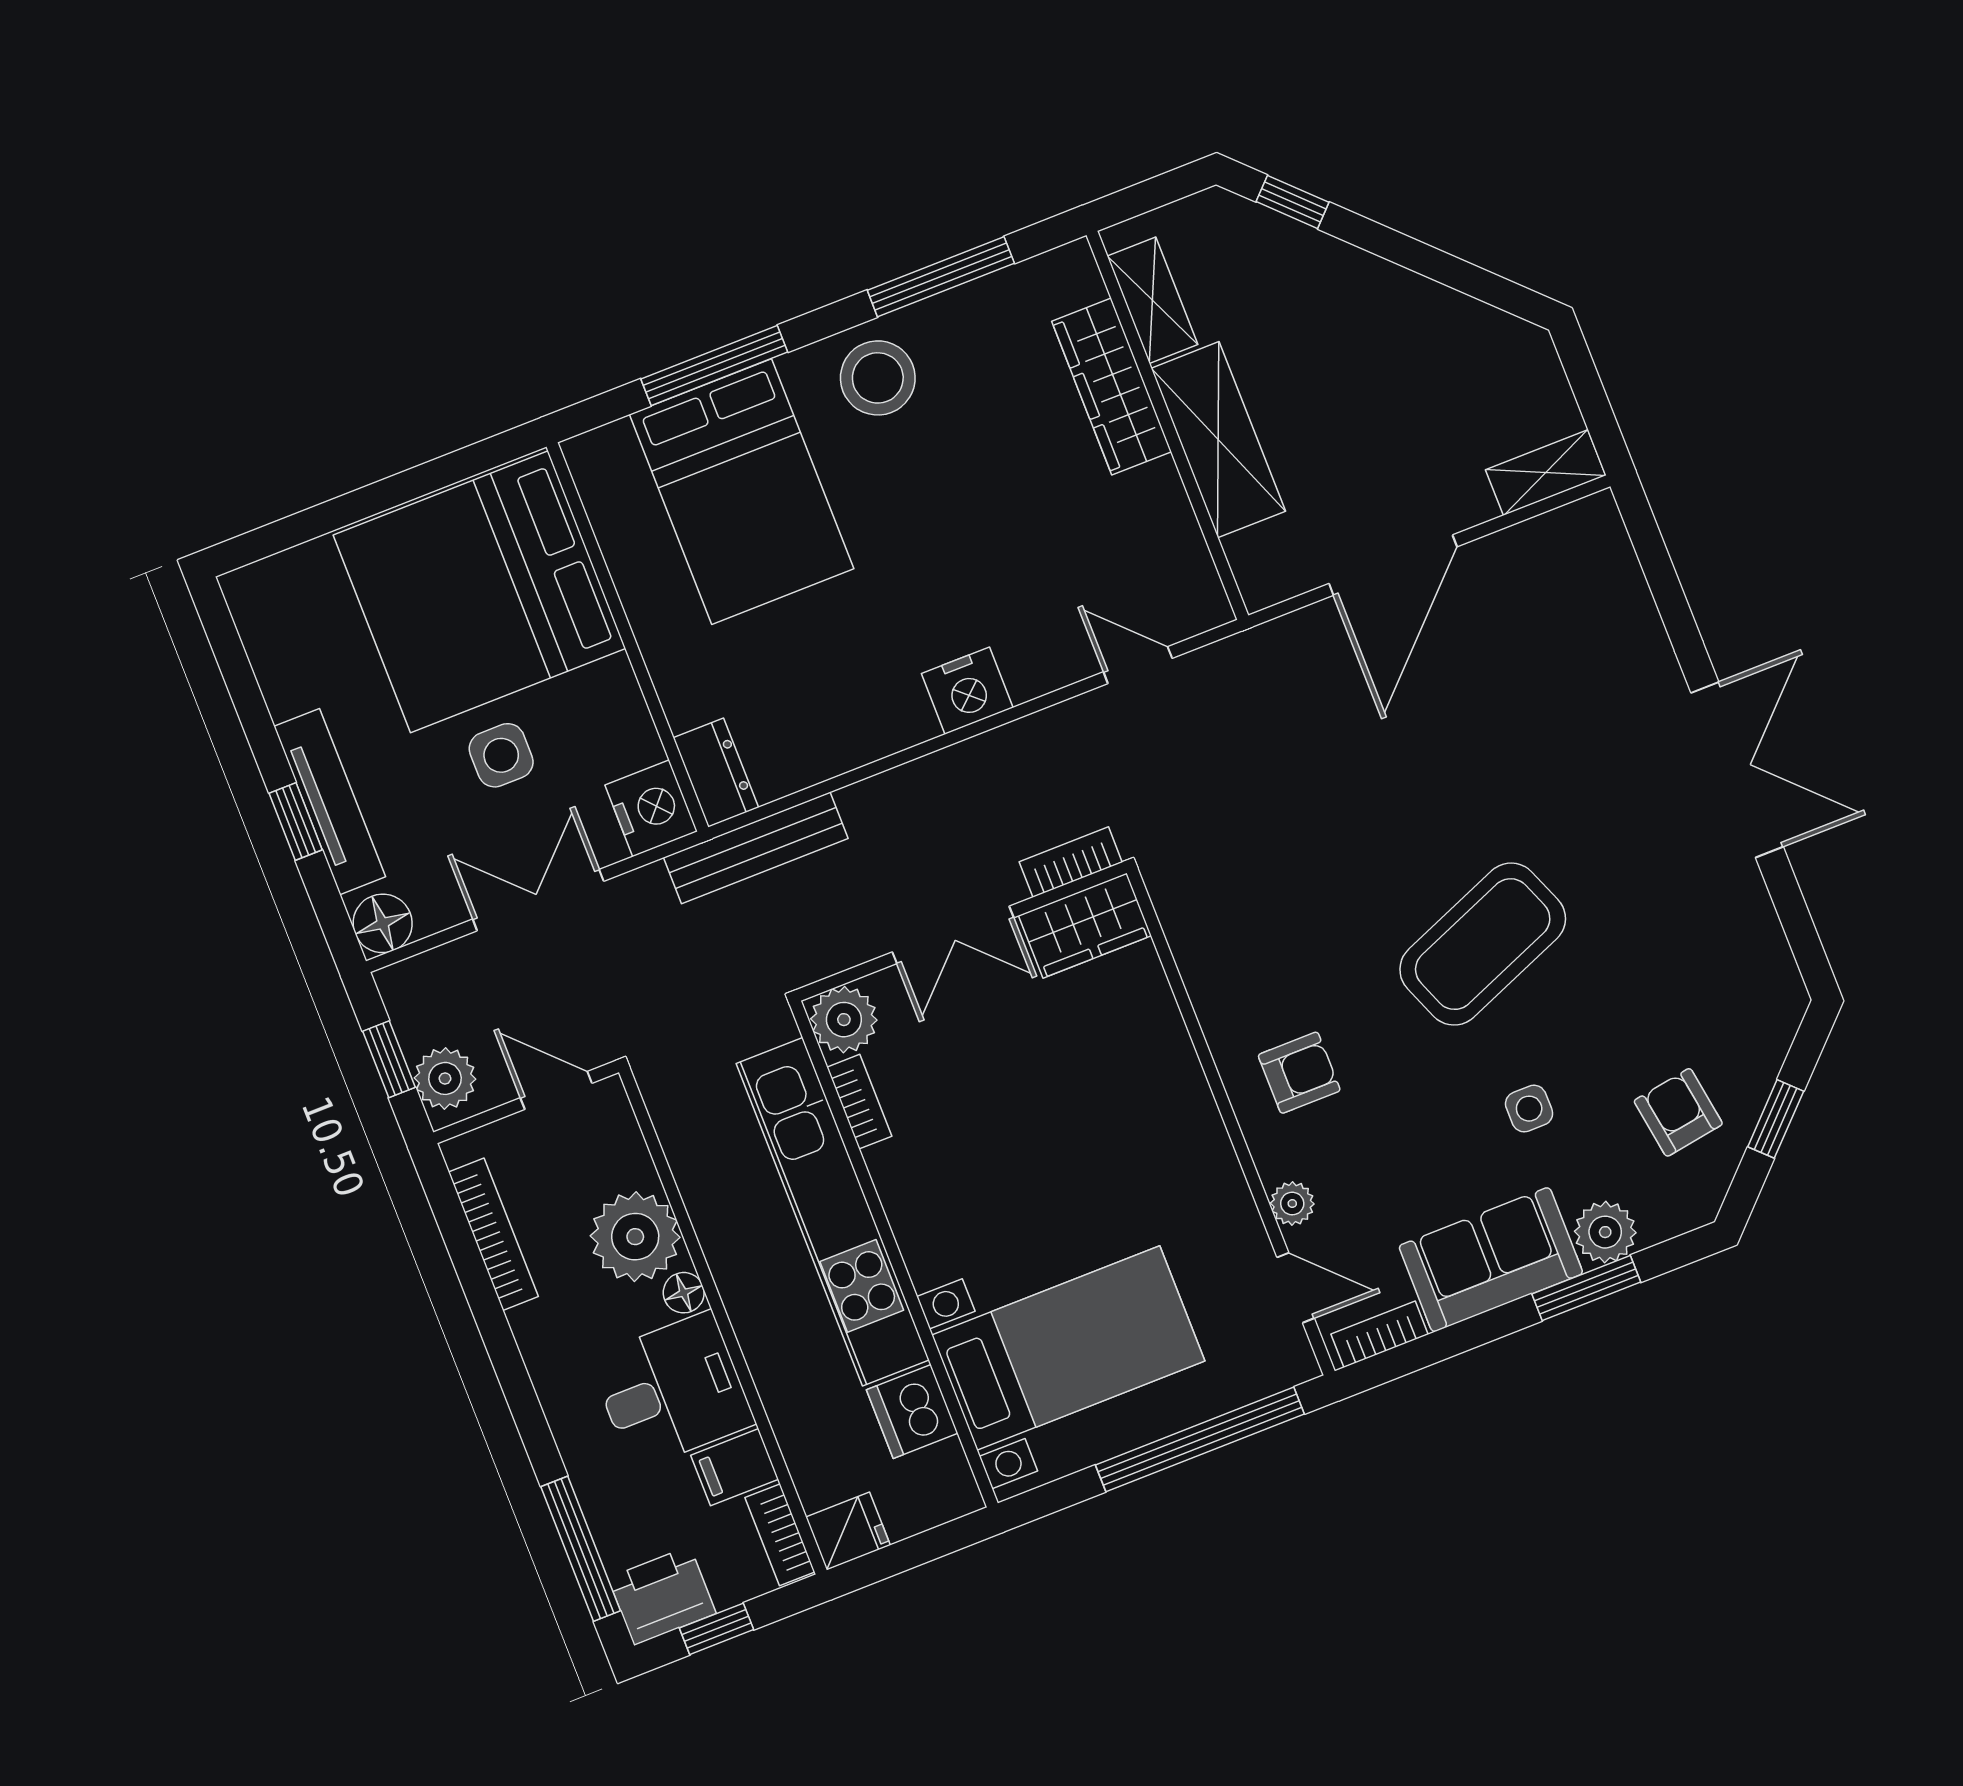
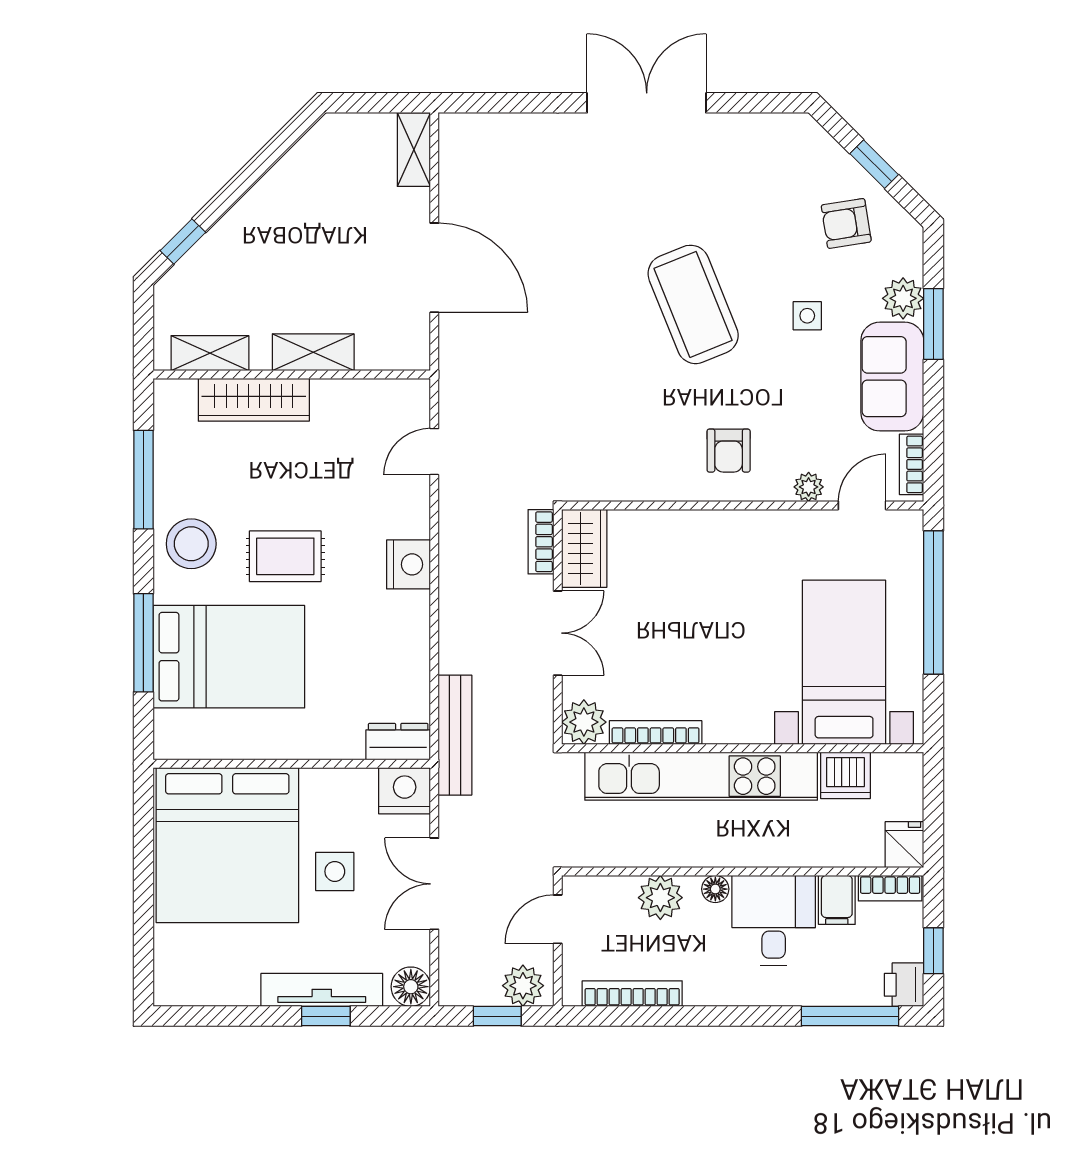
shelving: (1218, 440) -> (313, 352), width x0.67, depth x0.75
rug: (912, 515) -> (285, 556), added
armchair: (1299, 1073) -> (729, 451), turned 180
bookcase: (859, 1102) -> (656, 733), width x1.56
plant: (635, 1237) -> (660, 898), width x0.73, depth x0.73
printer: (662, 1596) -> (904, 985), width x0.73, depth x0.81

